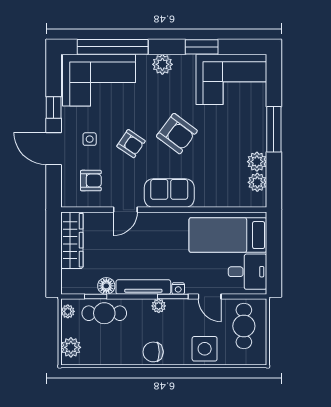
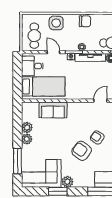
plant: (162, 64) -> (67, 182), moved
window: (274, 129) -> (17, 161), moved
armchair: (177, 134) -> (82, 151), moved
plant: (257, 182) -> (27, 139), moved
sofa: (169, 193) -> (53, 110), moved

